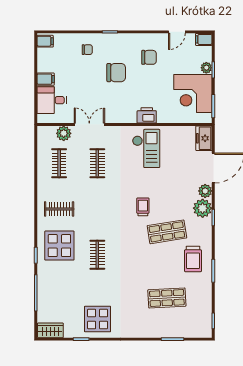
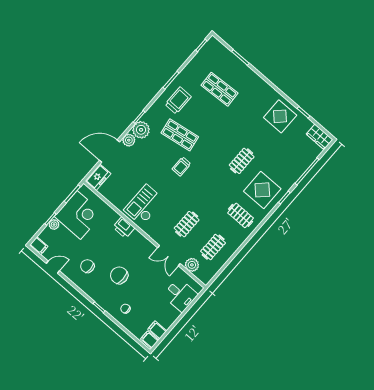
filing cabinet: (46, 79) -> (157, 330), moved

